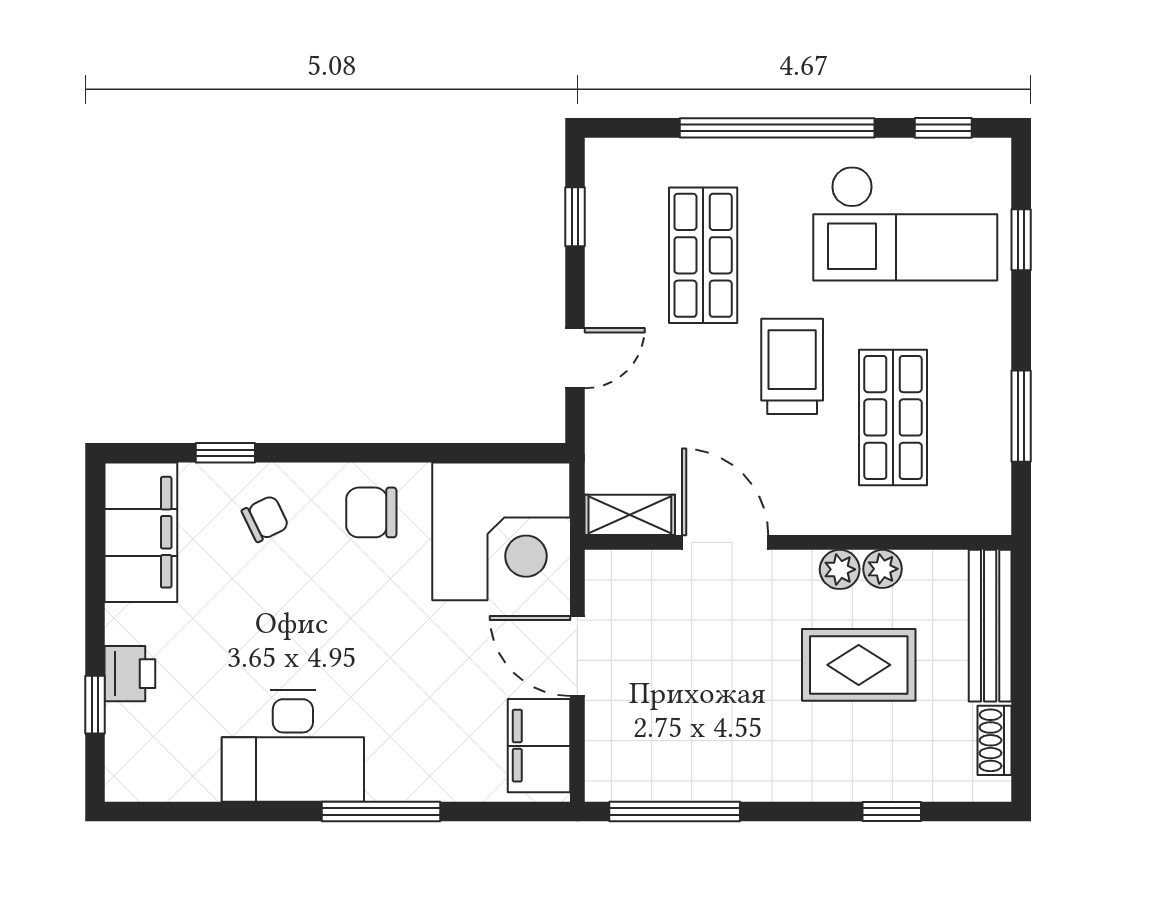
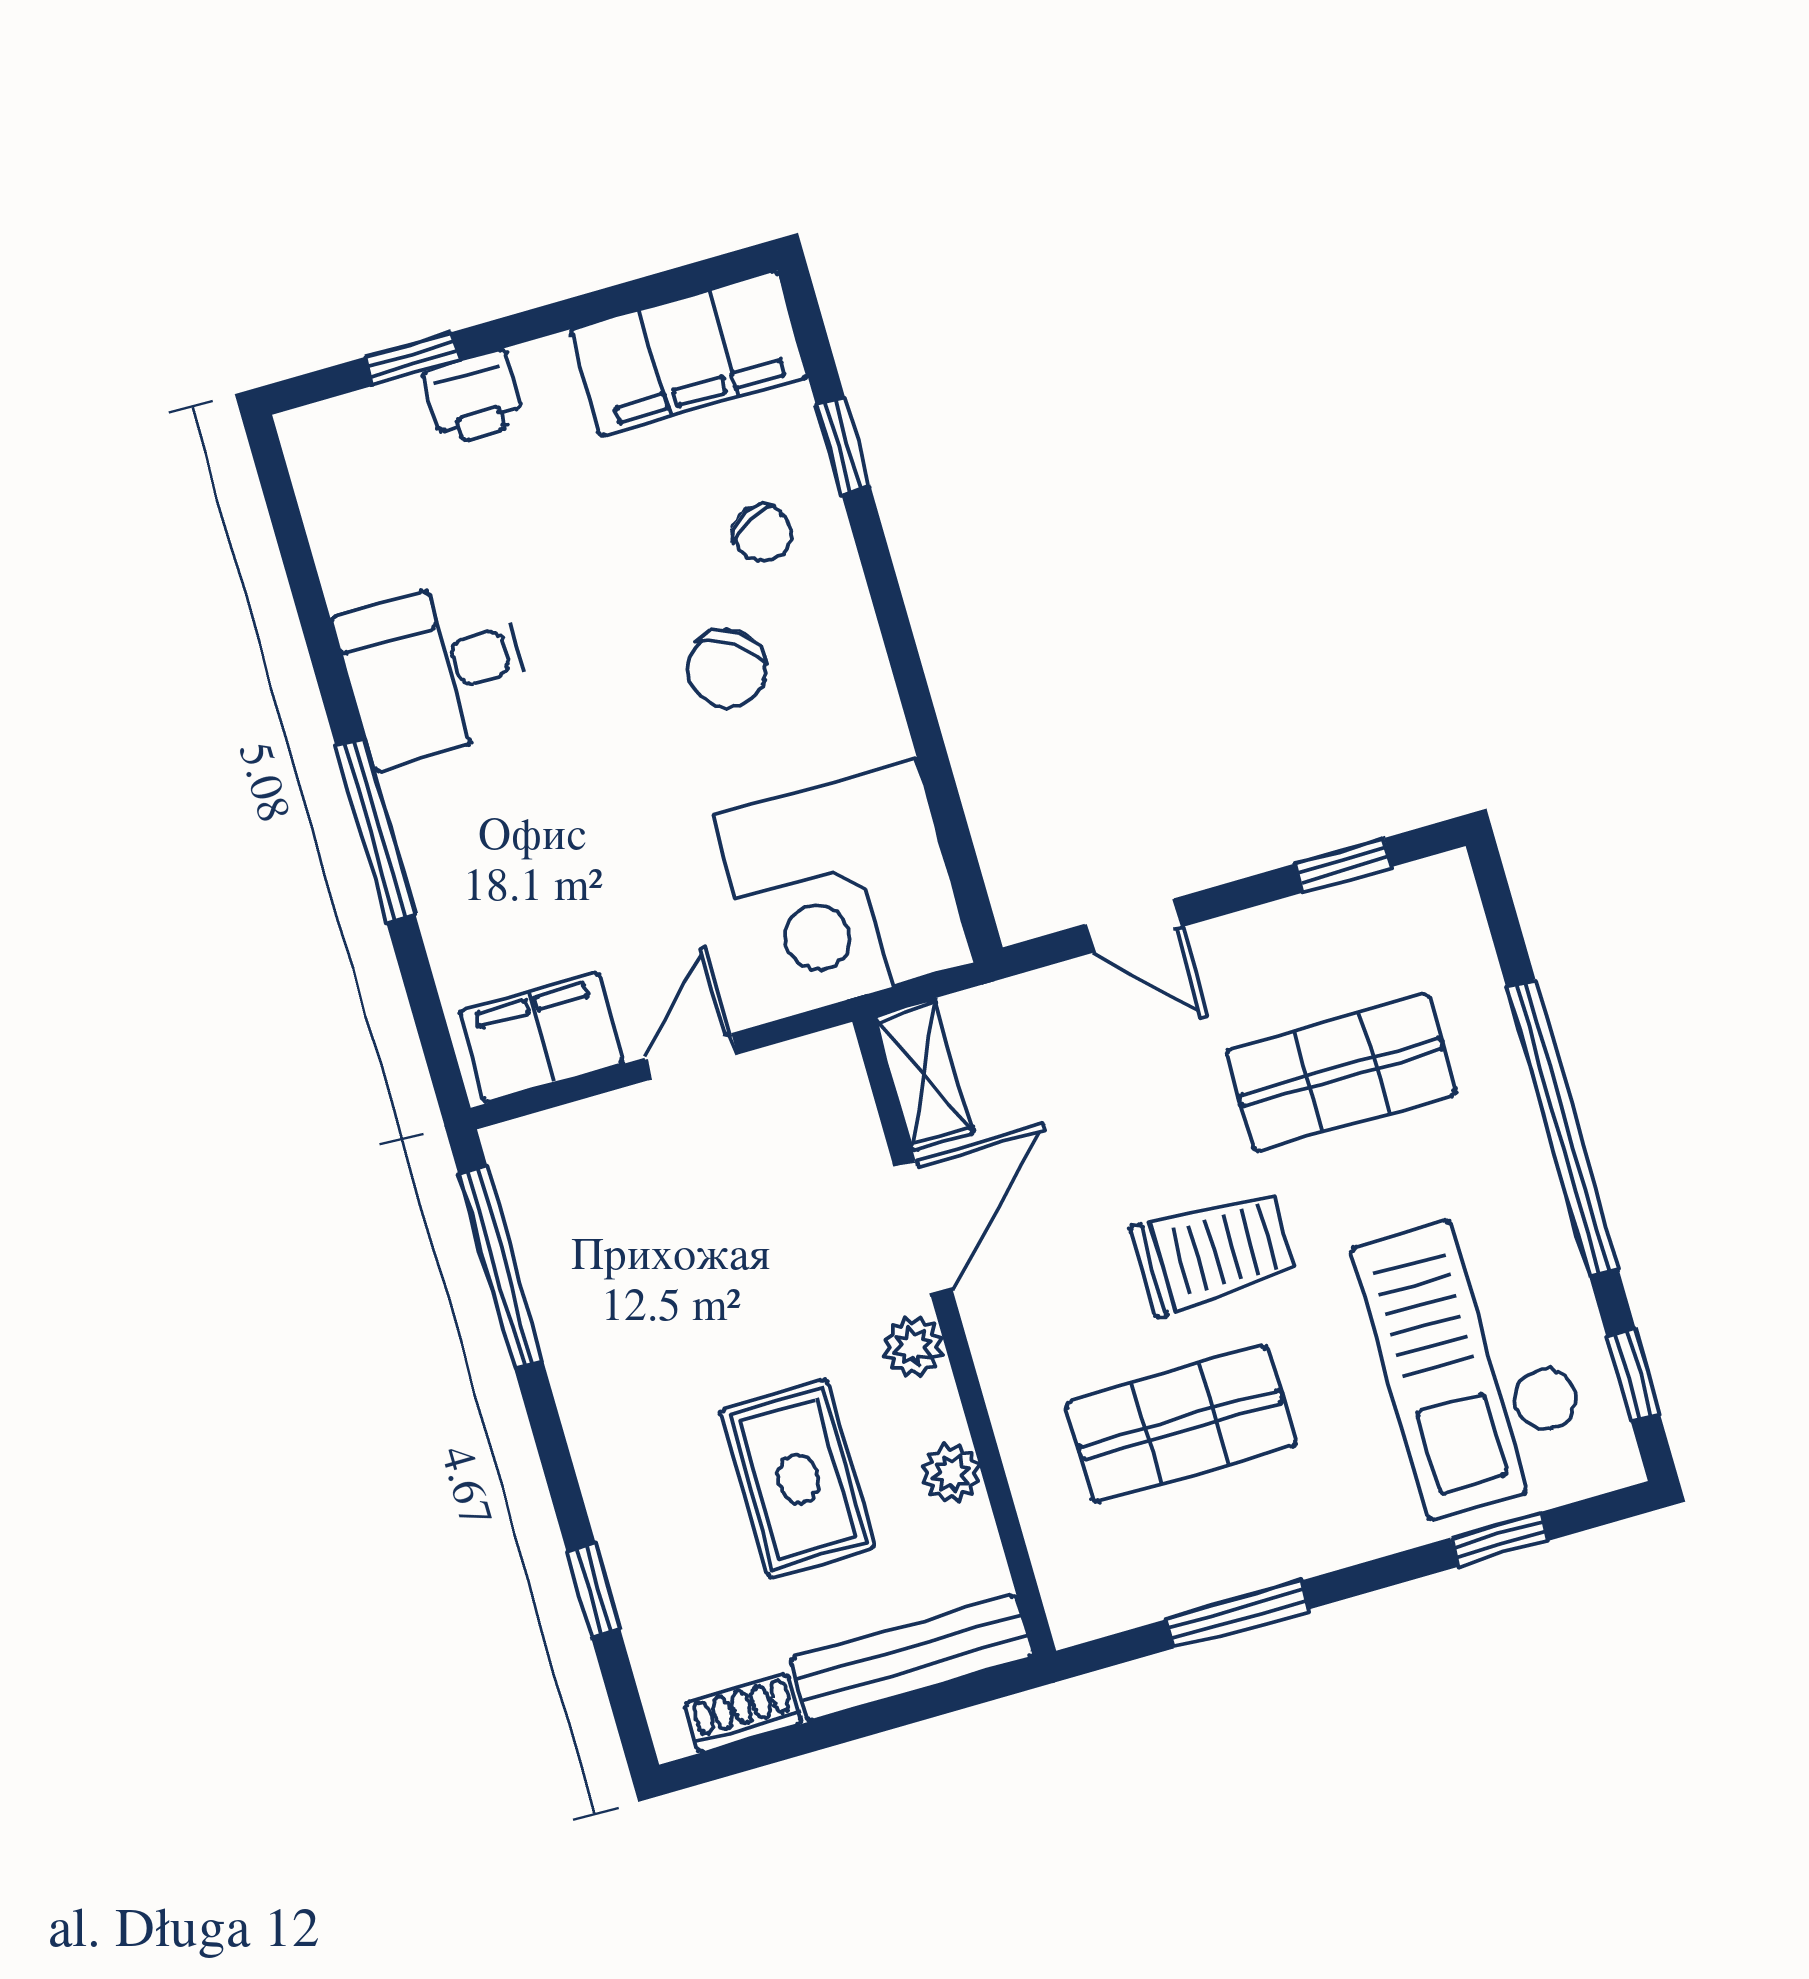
chair: (371, 512) -> (727, 668), moved, turned -147
plant: (840, 569) -> (913, 1347), moved
door: (577, 656) -> (691, 1056), width x0.73
desk: (293, 746) -> (435, 671), width x0.73

